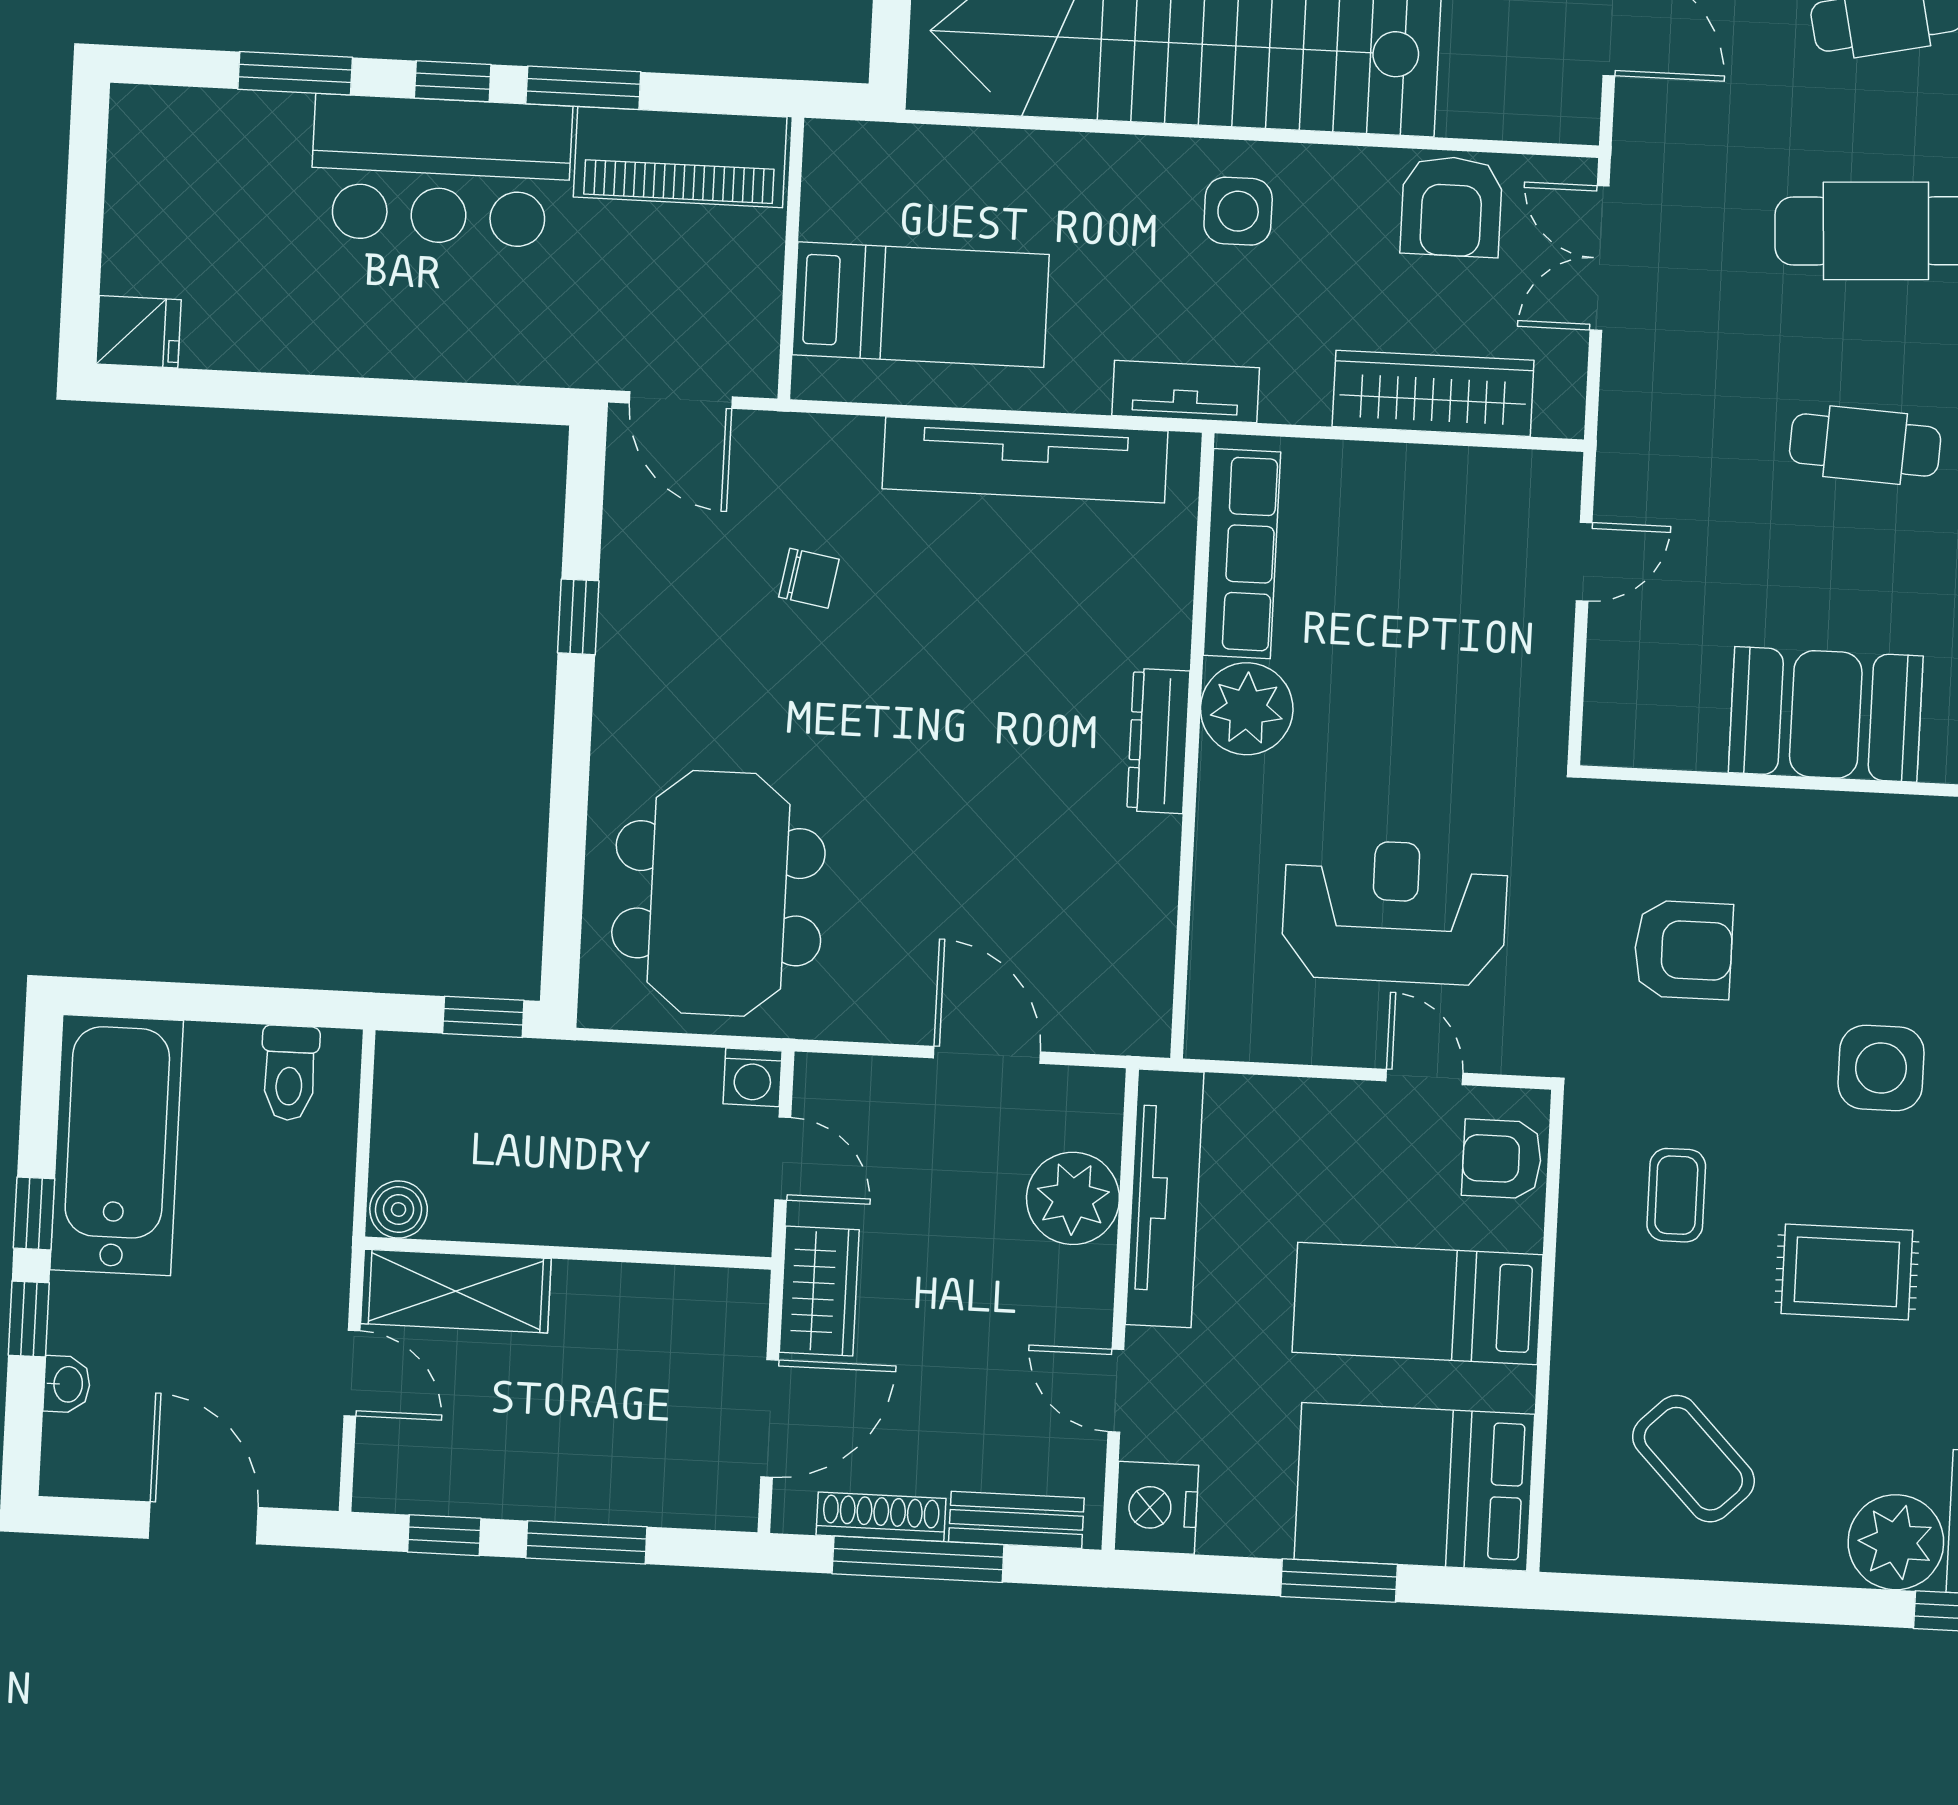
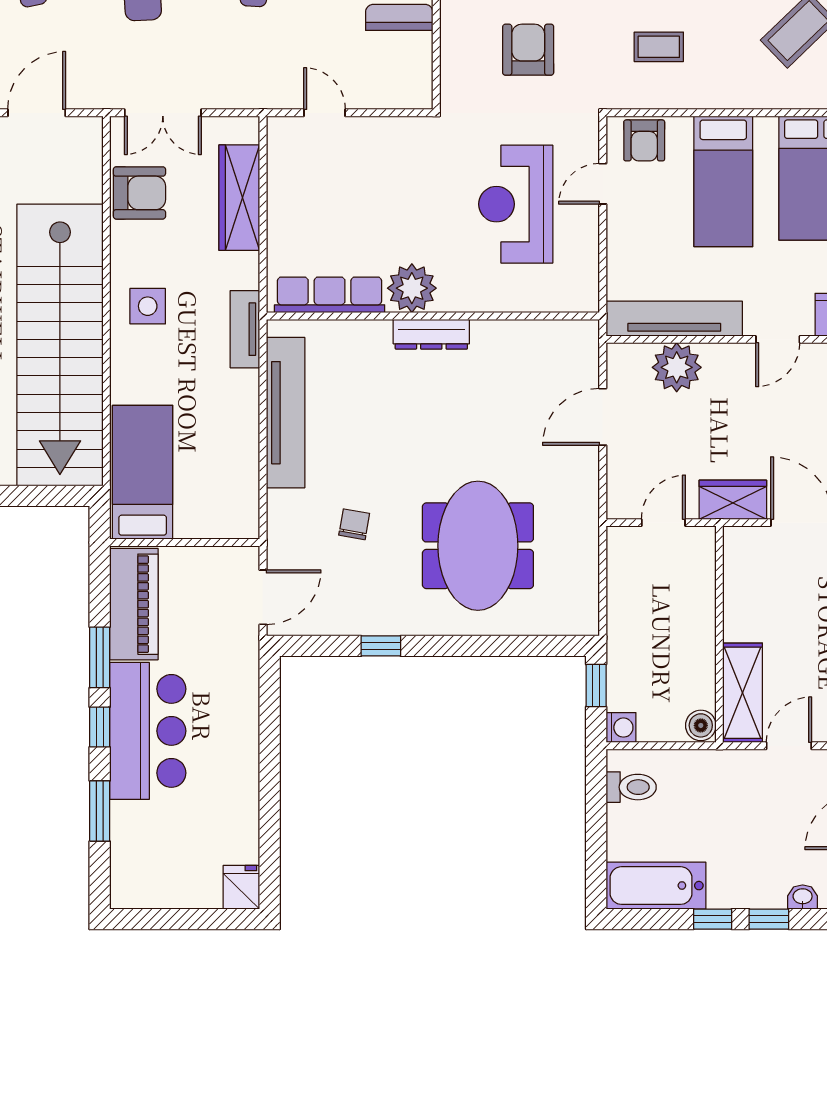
bed: (921, 305) -> (143, 472), moved
meeting table: (718, 893) -> (478, 546), moved, turned 90
washing machine: (753, 1077) -> (621, 728), moved
bathtub: (117, 1145) -> (656, 886), width x0.73, depth x0.73

